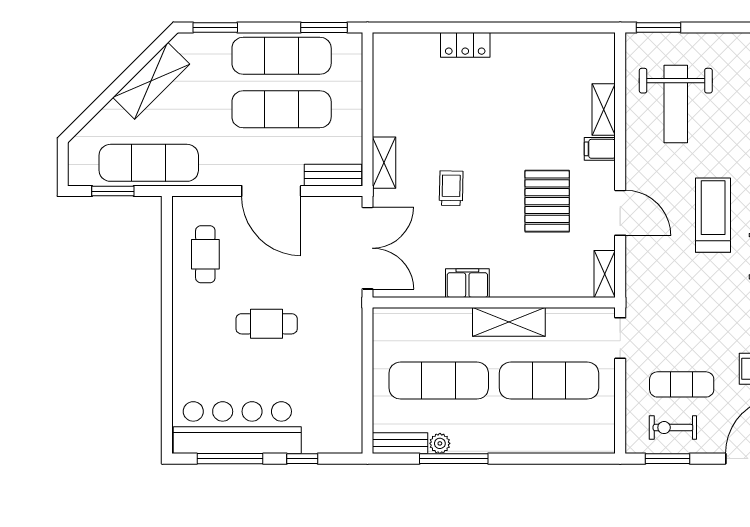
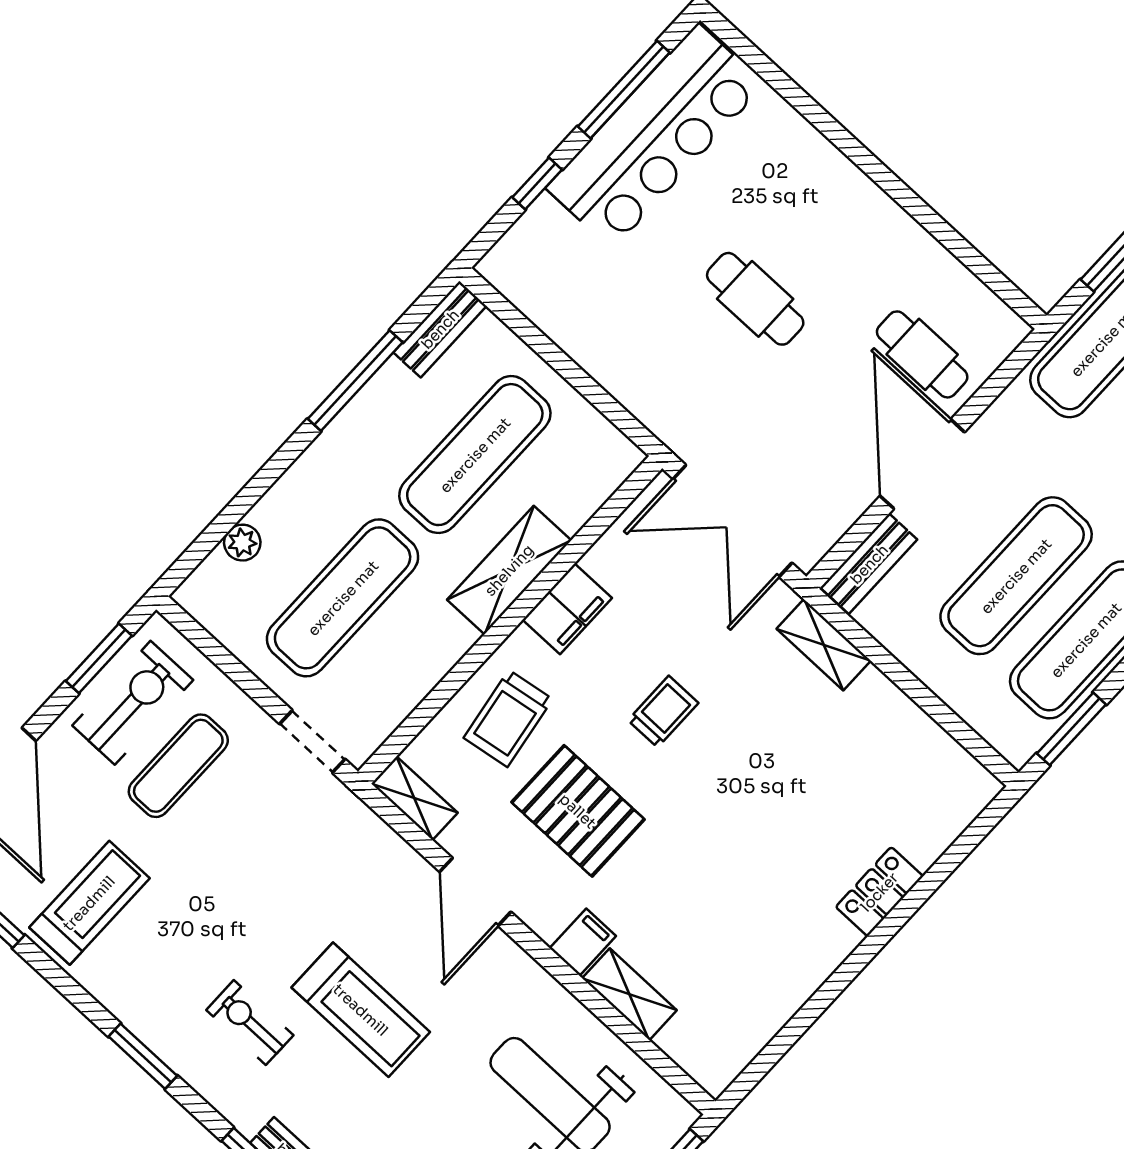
trolley: (451, 188) -> (663, 712), moved, turned -91
door: (271, 191) -> (922, 464), hinge flipped
door: (620, 213) -> (475, 892), hinge flipped
cafe table: (205, 254) -> (922, 354), moved
trolley: (536, 266) -> (508, 719), added
shelving: (509, 322) -> (509, 570), moved
cafe table: (267, 324) -> (755, 299), turned 90
exercise bike: (673, 428) -> (133, 703), width x1.38, depth x1.39
plant: (440, 443) -> (242, 543), moved

